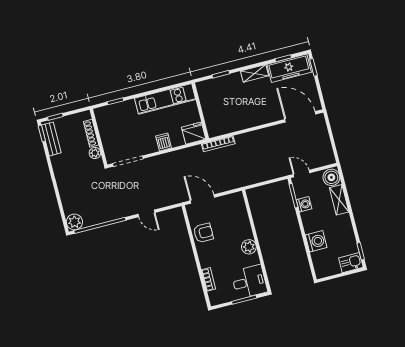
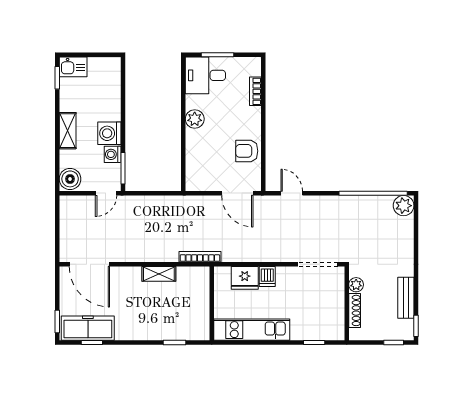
shelving: (255, 73) -> (159, 274), moved
fridge: (194, 133) -> (245, 278), moved
bench: (51, 139) -> (406, 298), moved
door: (301, 174) -> (106, 193), hinge flipped
shelving: (339, 200) -> (68, 131), moved
door: (146, 213) -> (292, 193), moved
washing machine: (316, 241) -> (109, 133), moved

